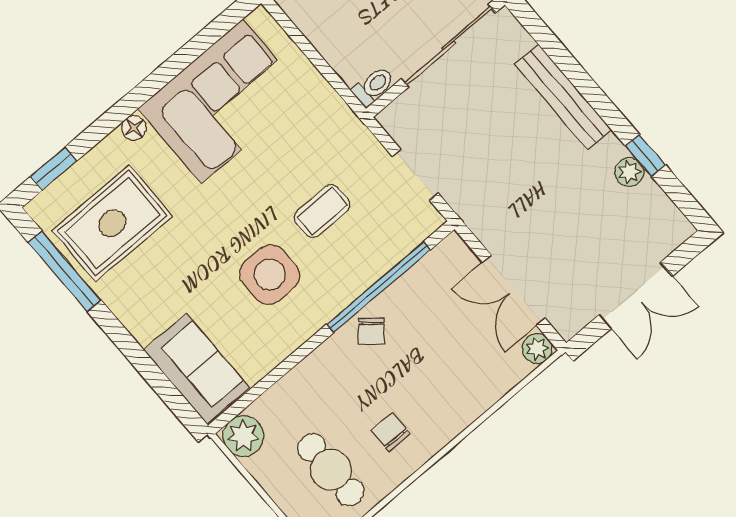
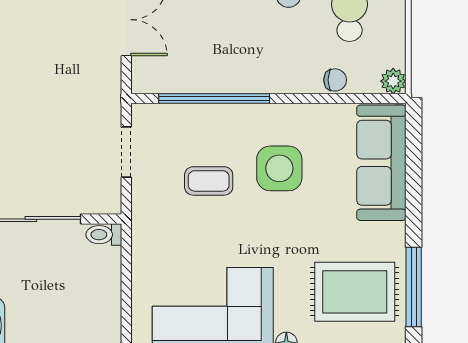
chair: (371, 331) -> (335, 80), moved, turned 50
sofa: (197, 369) -> (381, 163), width x1.36
plant: (243, 436) -> (393, 81), width x0.73, depth x0.73

